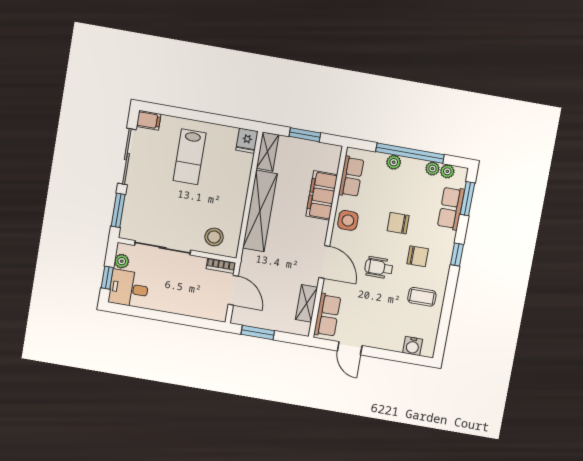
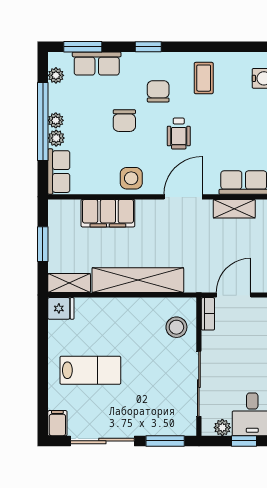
plant: (432, 169) -> (56, 120), moved
row of seats: (351, 177) -> (59, 172), moved, turned 90

